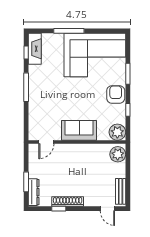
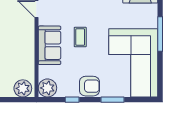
coffee table: (72, 103) -> (80, 37), added

